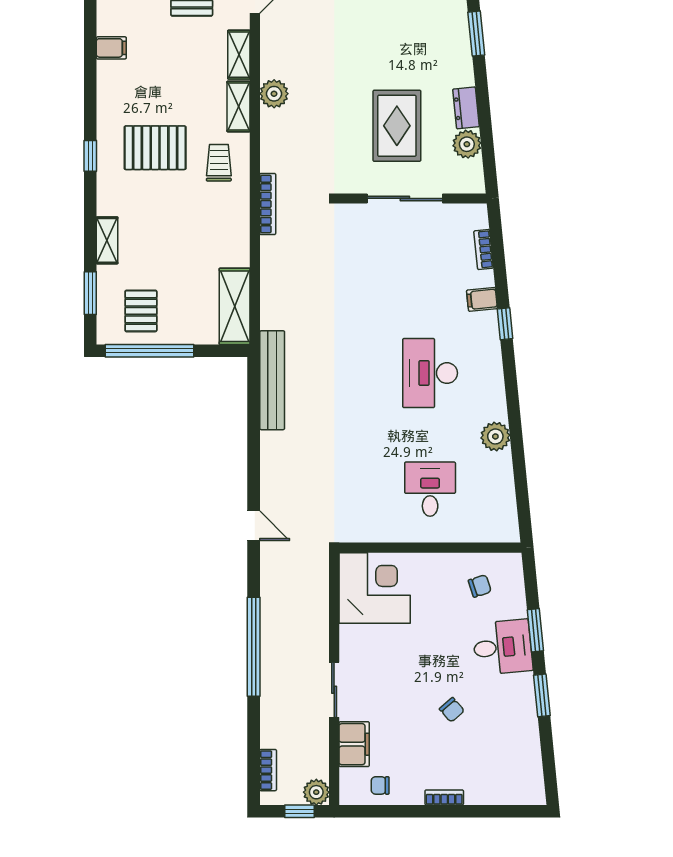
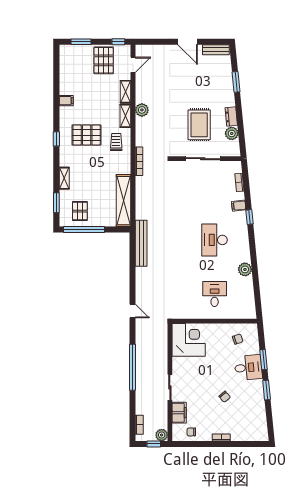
filing cabinet: (111, 48) -> (66, 101), moved
shelving: (235, 306) -> (124, 201), width x1.47

